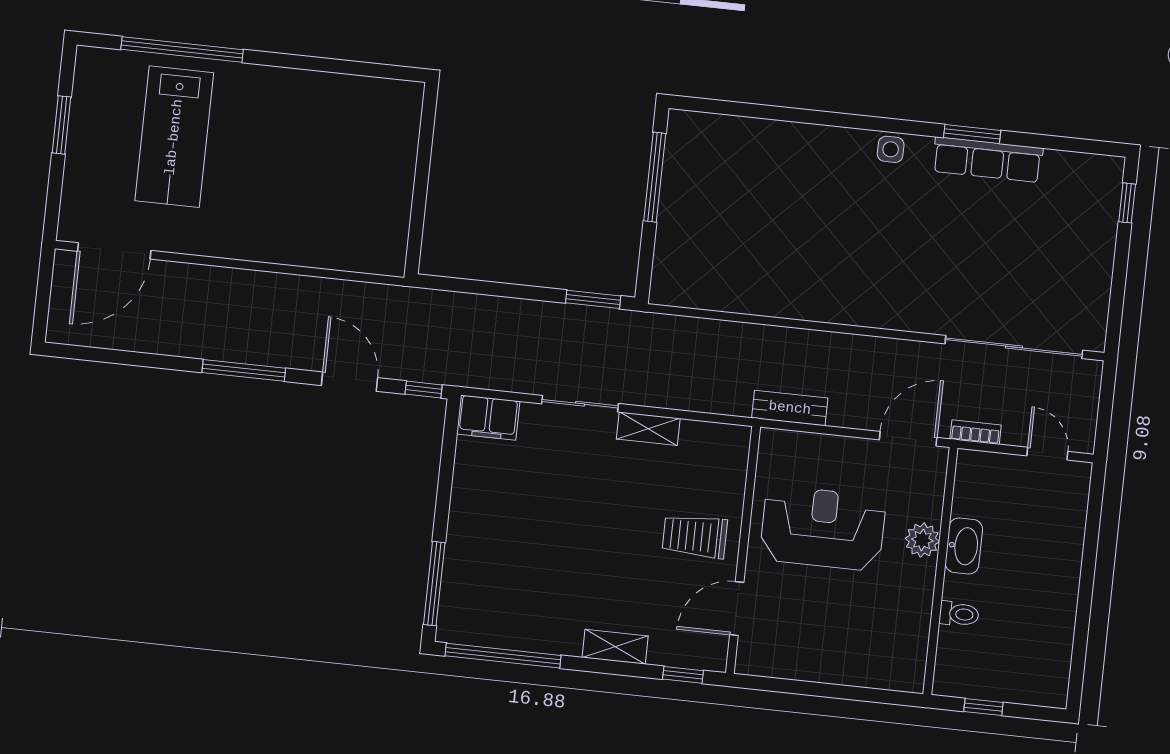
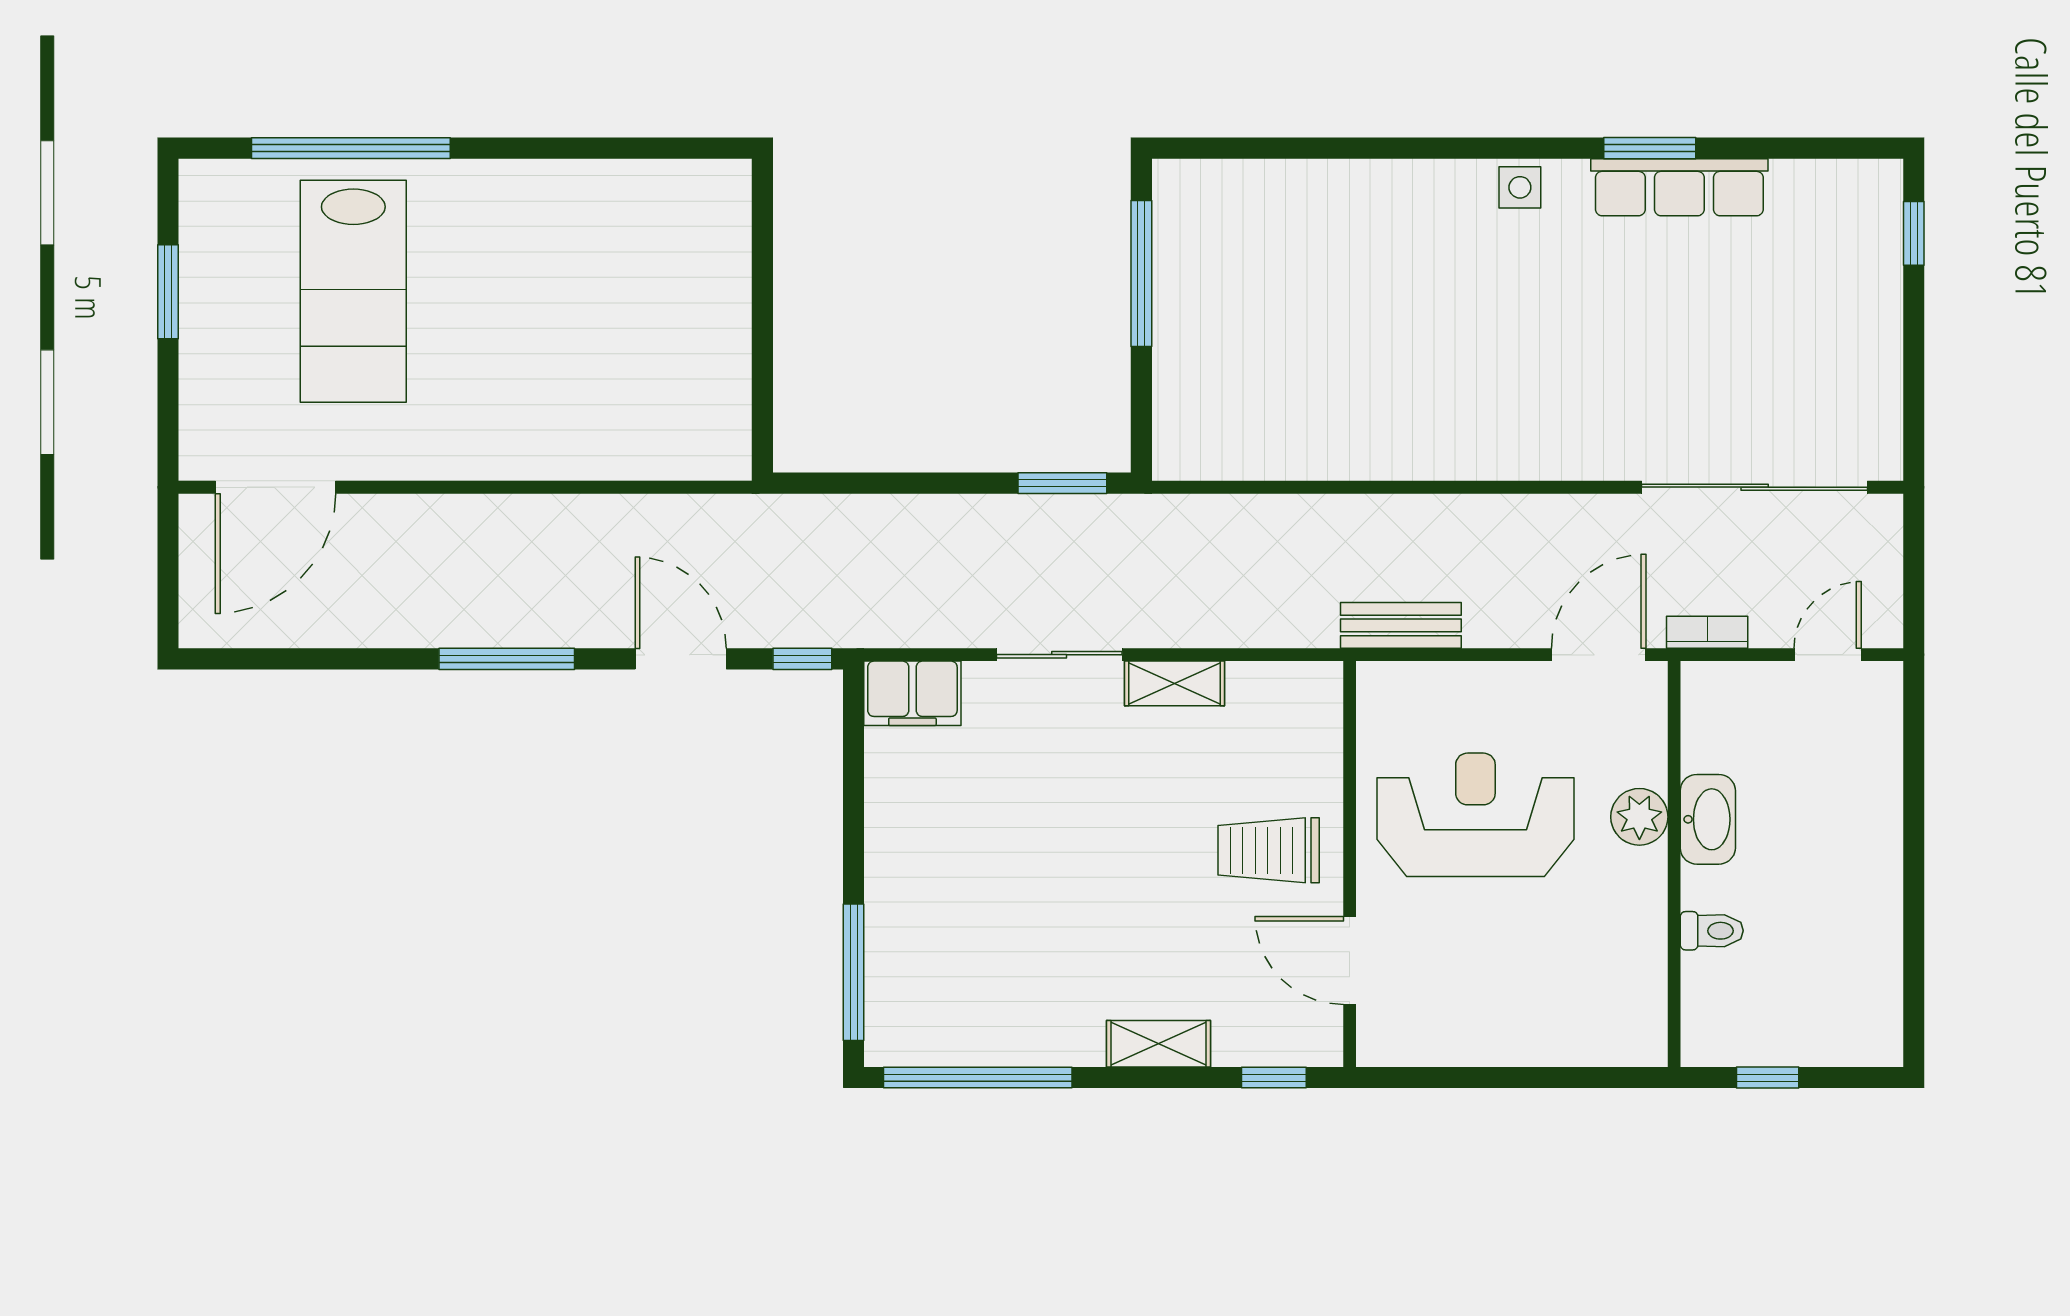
door: (1047, 454) -> (1828, 655), hinge flipped
door: (737, 609) -> (1350, 961), hinge flipped

